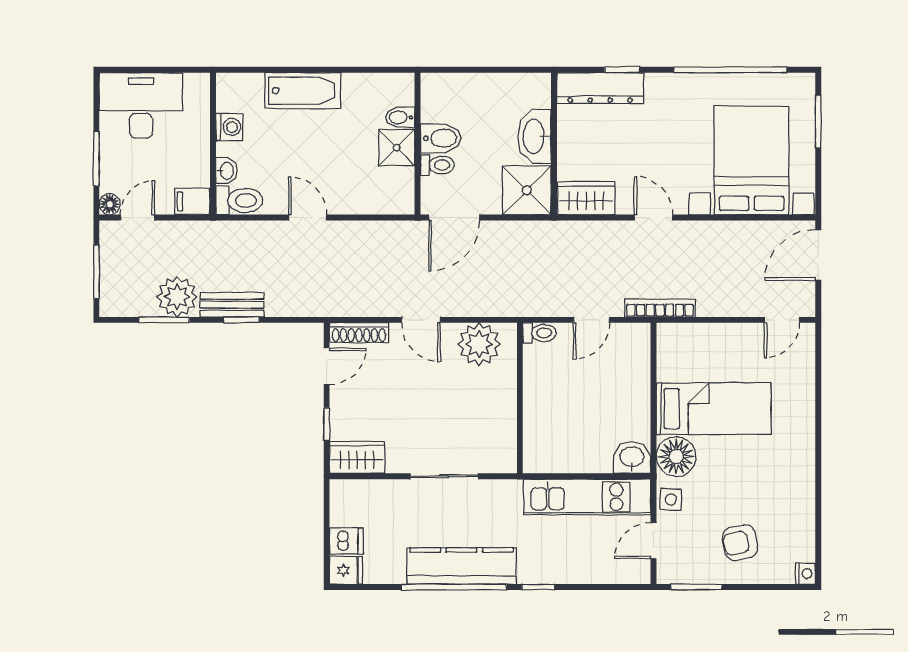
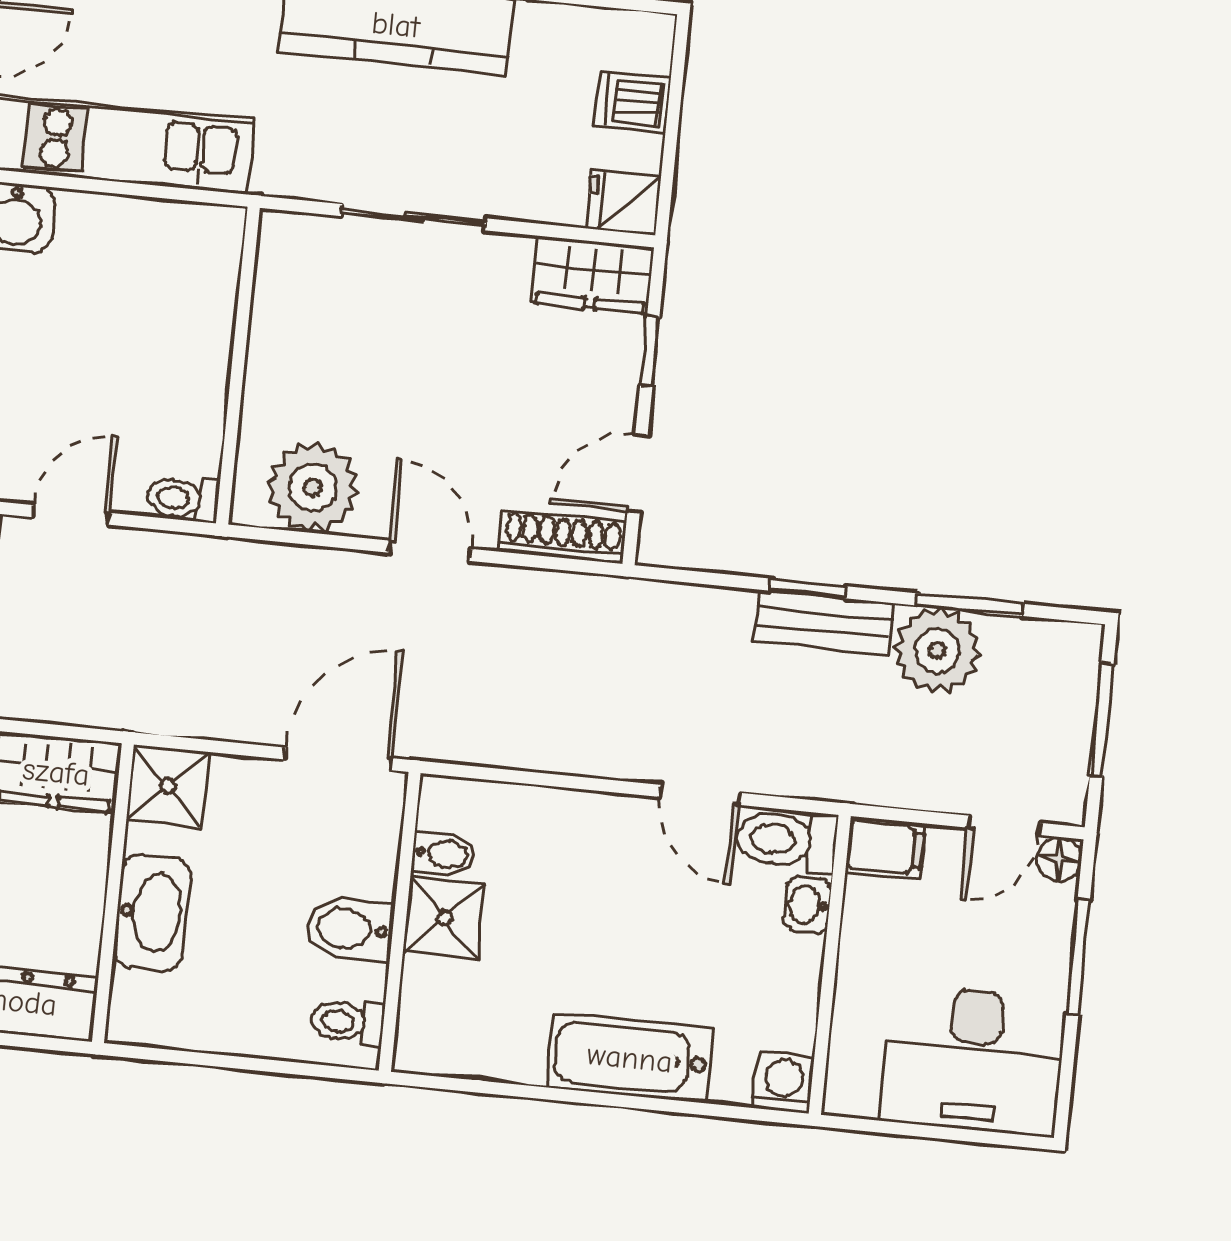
bidet: (400, 117) -> (443, 854), moved
washing machine: (229, 127) -> (783, 1082), moved, turned 90
toilet: (437, 165) -> (348, 1022), moved
shower: (527, 190) -> (168, 786), width x0.73, depth x0.73
door: (308, 218) -> (700, 795), moved
fridge: (346, 570) -> (623, 203), moved

